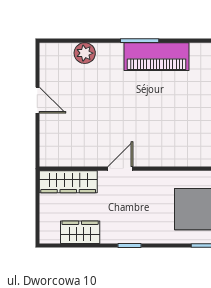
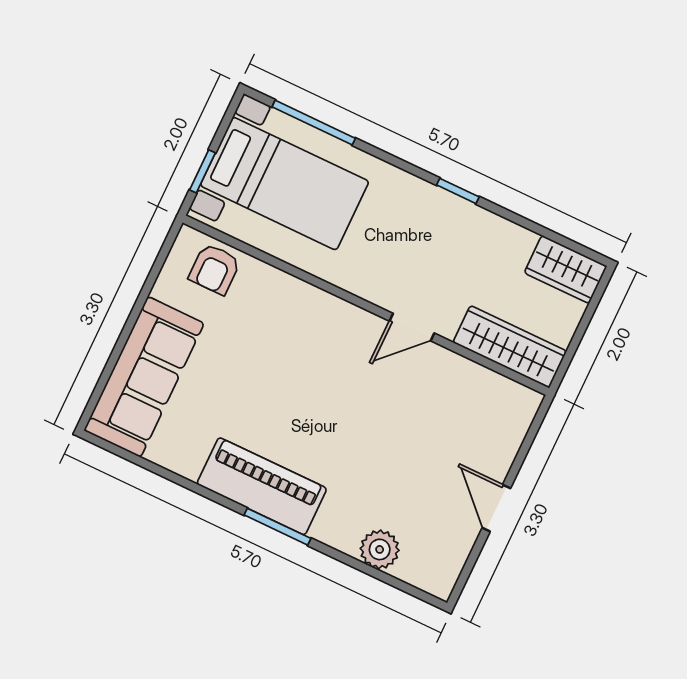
wardrobe: (80, 232) -> (566, 269), moved

